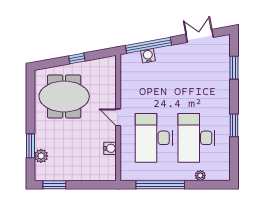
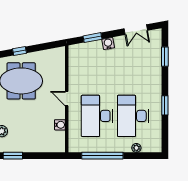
double door: (200, 36) -> (136, 30), swing flipped
window: (148, 45) -> (93, 38), width x0.47
water cooler: (148, 56) -> (108, 44), moved
window: (77, 58) -> (20, 51), moved

